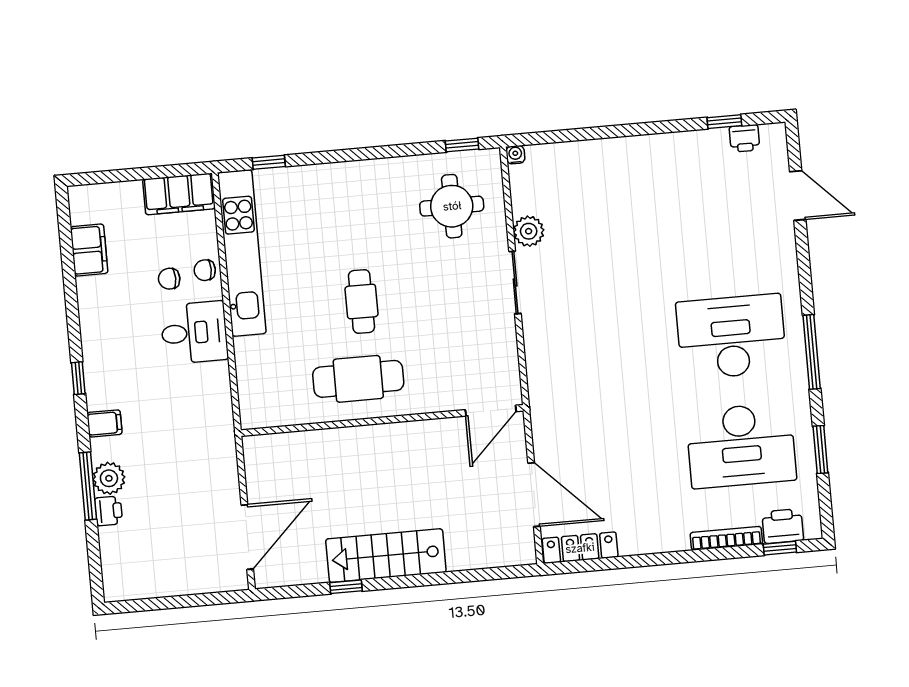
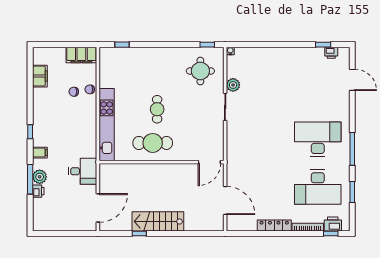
kitchen unit: (242, 253) -> (107, 125), moved
desk: (194, 333) -> (83, 171), moved
locker: (580, 548) -> (274, 226), moved

